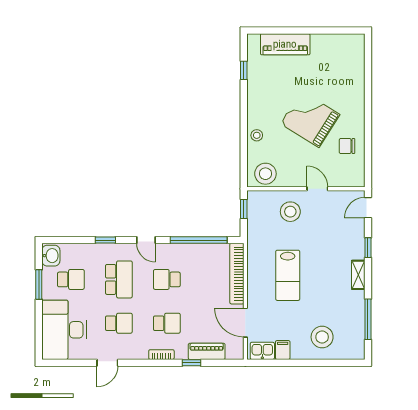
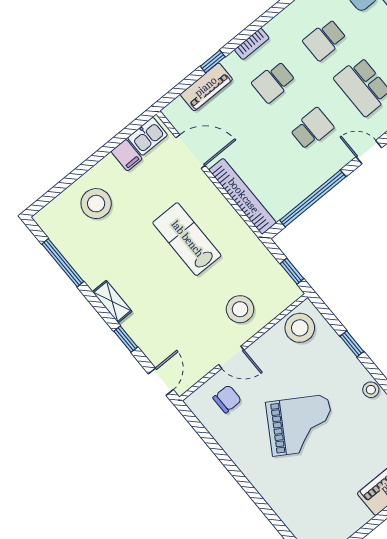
stool: (257, 135) -> (371, 390), moved
window: (244, 141) -> (352, 344), added
chair: (347, 146) -> (227, 399), moved

